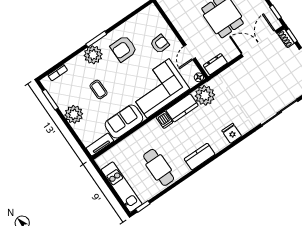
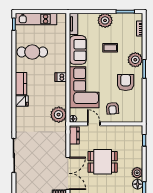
kitchen counter: (182, 108) -> (61, 94), removed
fridge: (232, 133) -> (22, 101), moved

